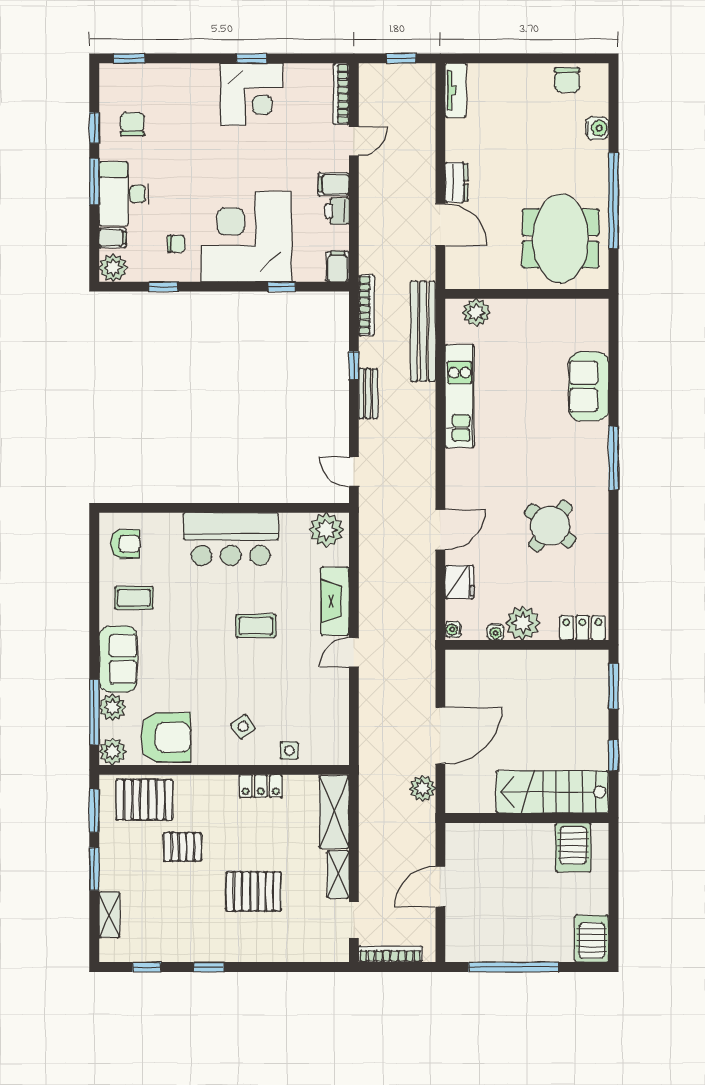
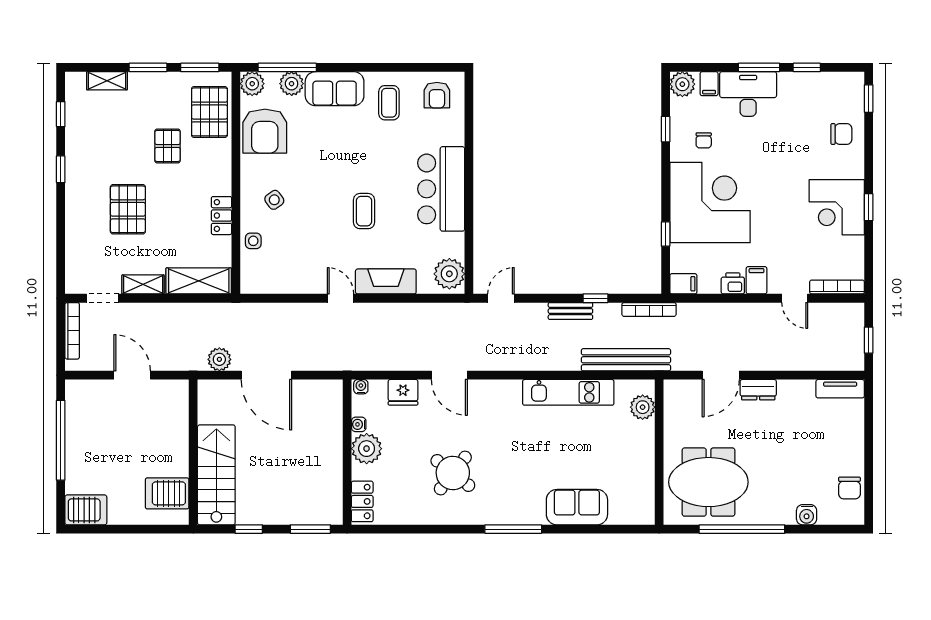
chair: (567, 80) -> (849, 488), turned -90
chair: (132, 124) -> (841, 134), moved

